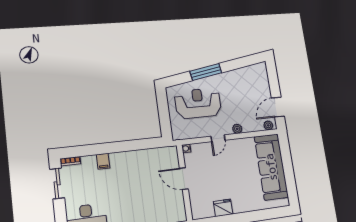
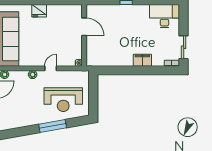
filing cabinet: (103, 161) -> (142, 60), width x2.00
door: (184, 179) -> (84, 27), moved
fridge: (223, 208) -> (39, 11), moved

